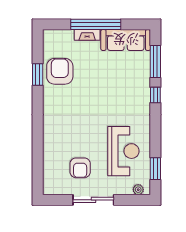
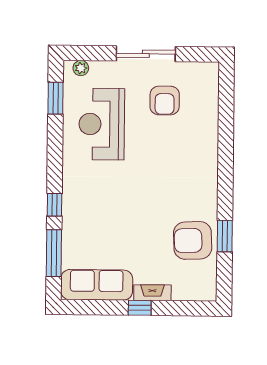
window: (96, 24) -> (140, 308), width x0.32
armchair: (60, 71) -> (193, 240), turned 88
armchair: (80, 168) -> (165, 100), turned 180

